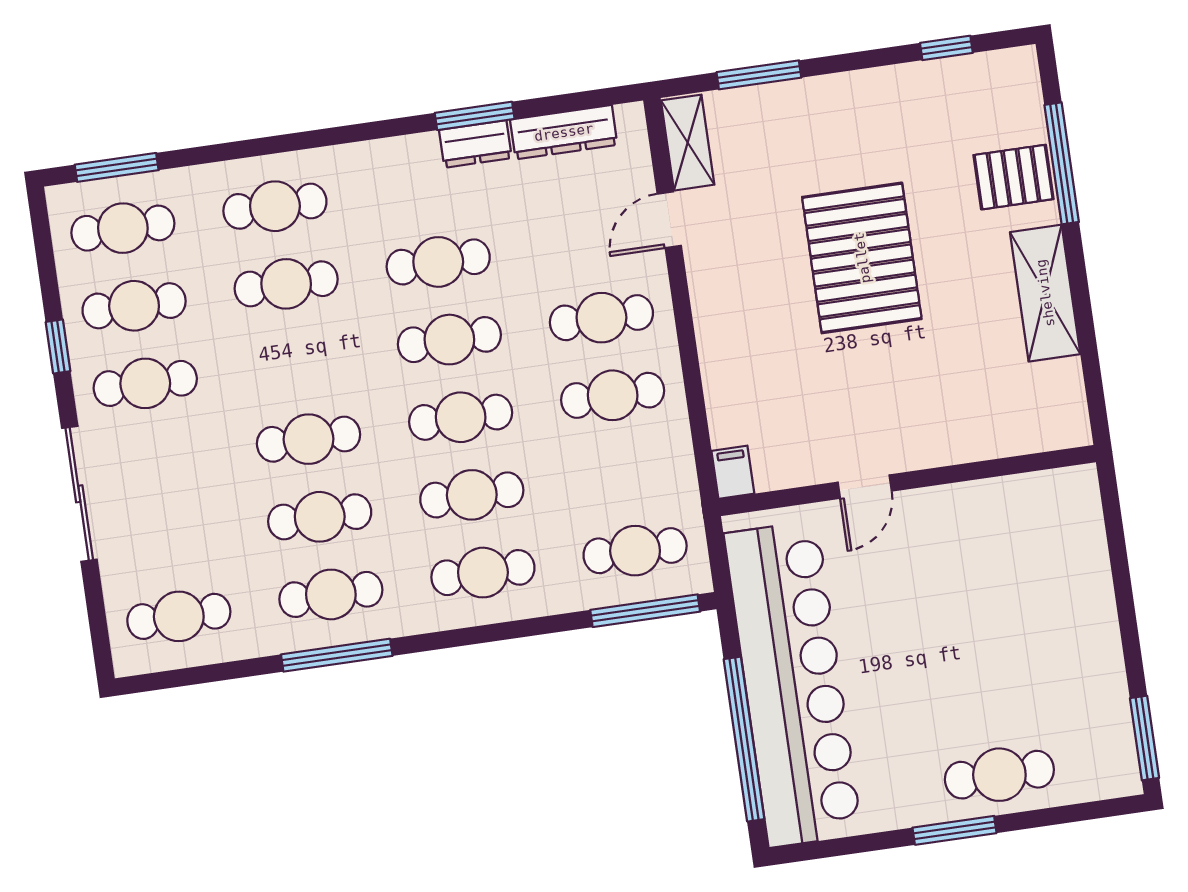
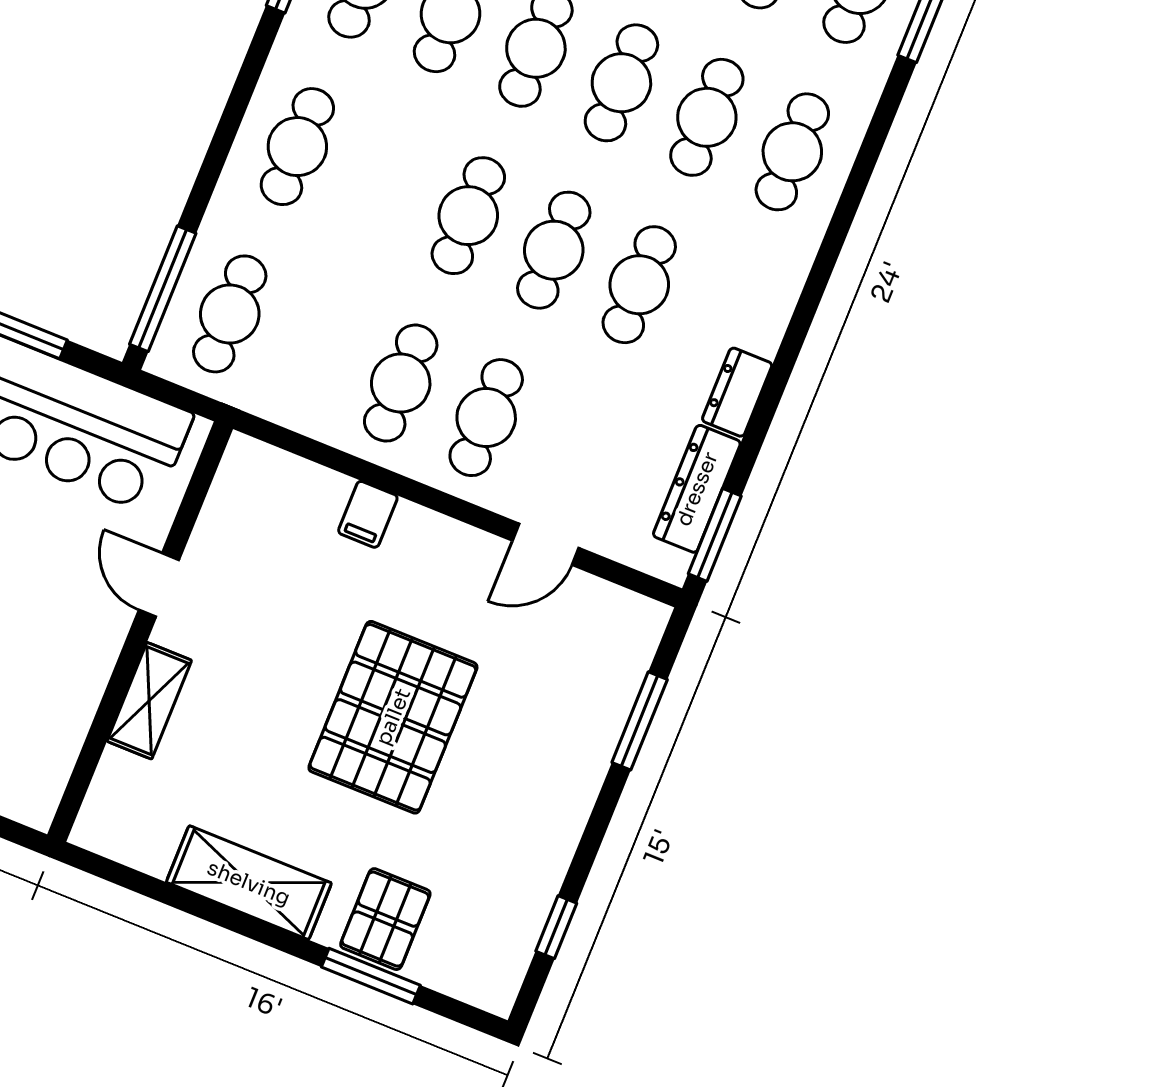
window: (475, 116) -> (715, 535), moved
shelving: (688, 143) -> (149, 701), moved, turned 90
window: (1062, 163) -> (371, 976), width x0.69
door: (669, 220) -> (546, 544), swing flipped
pallet: (862, 258) -> (393, 717), turned 90
filing cabinet: (733, 472) -> (368, 514), moved, turned 90
cafe table: (472, 495) -> (621, 83), moved

